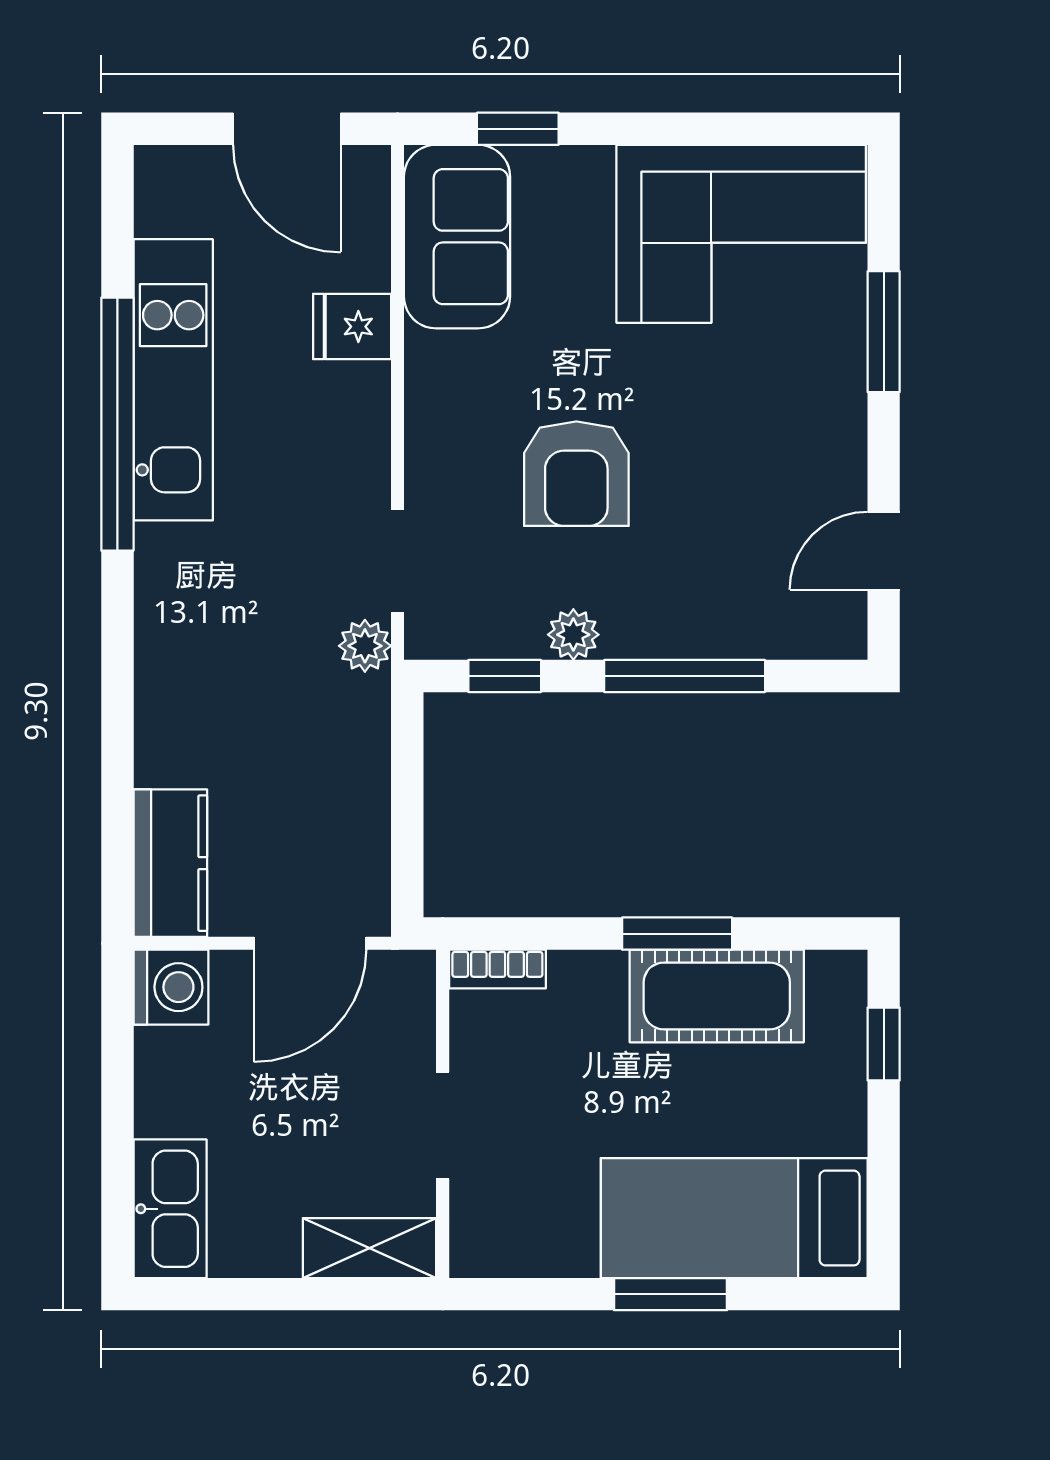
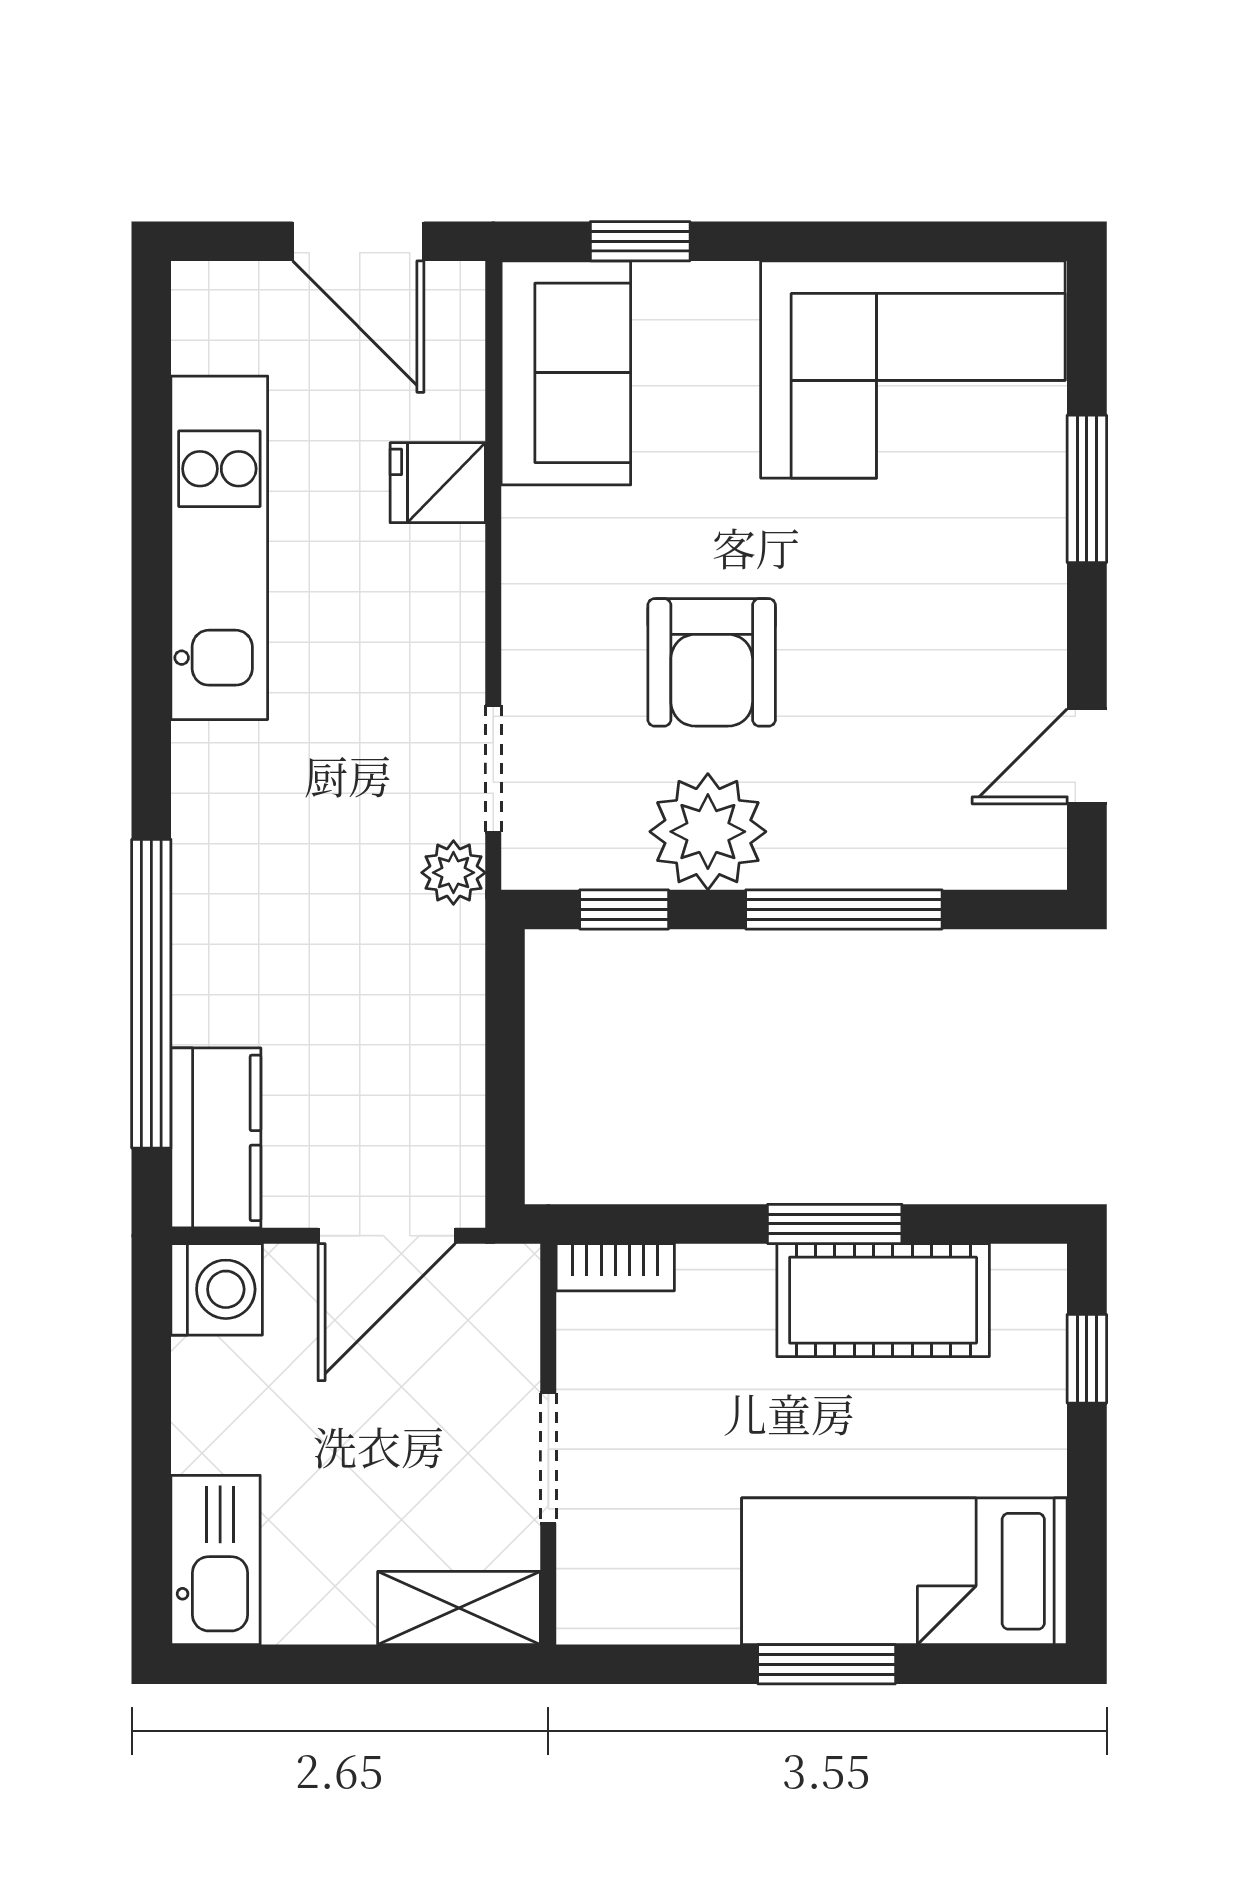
window: (117, 424) -> (151, 994), moved
plant: (573, 635) -> (708, 832), width x1.87, depth x1.87

